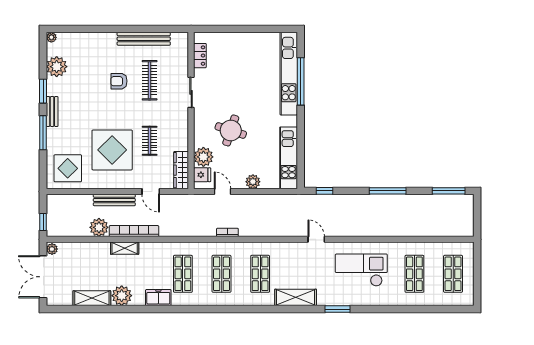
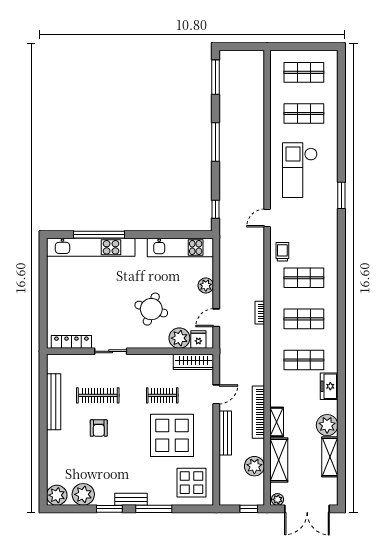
plant: (51, 37) -> (57, 495), width x1.88, depth x1.88
locker: (200, 56) -> (71, 342), width x1.53
plant: (99, 227) -> (254, 466), moved
trolley: (285, 254) -> (282, 252), added
shelving: (296, 297) -> (279, 460), moved

